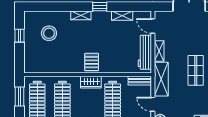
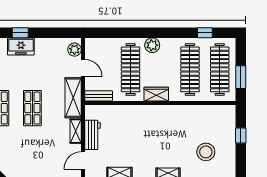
door: (153, 26) -> (83, 160), swing flipped
window: (19, 36) -> (241, 136), moved
workbench: (145, 52) -> (93, 135), width x0.73
pallet: (92, 62) -> (155, 118), removed

